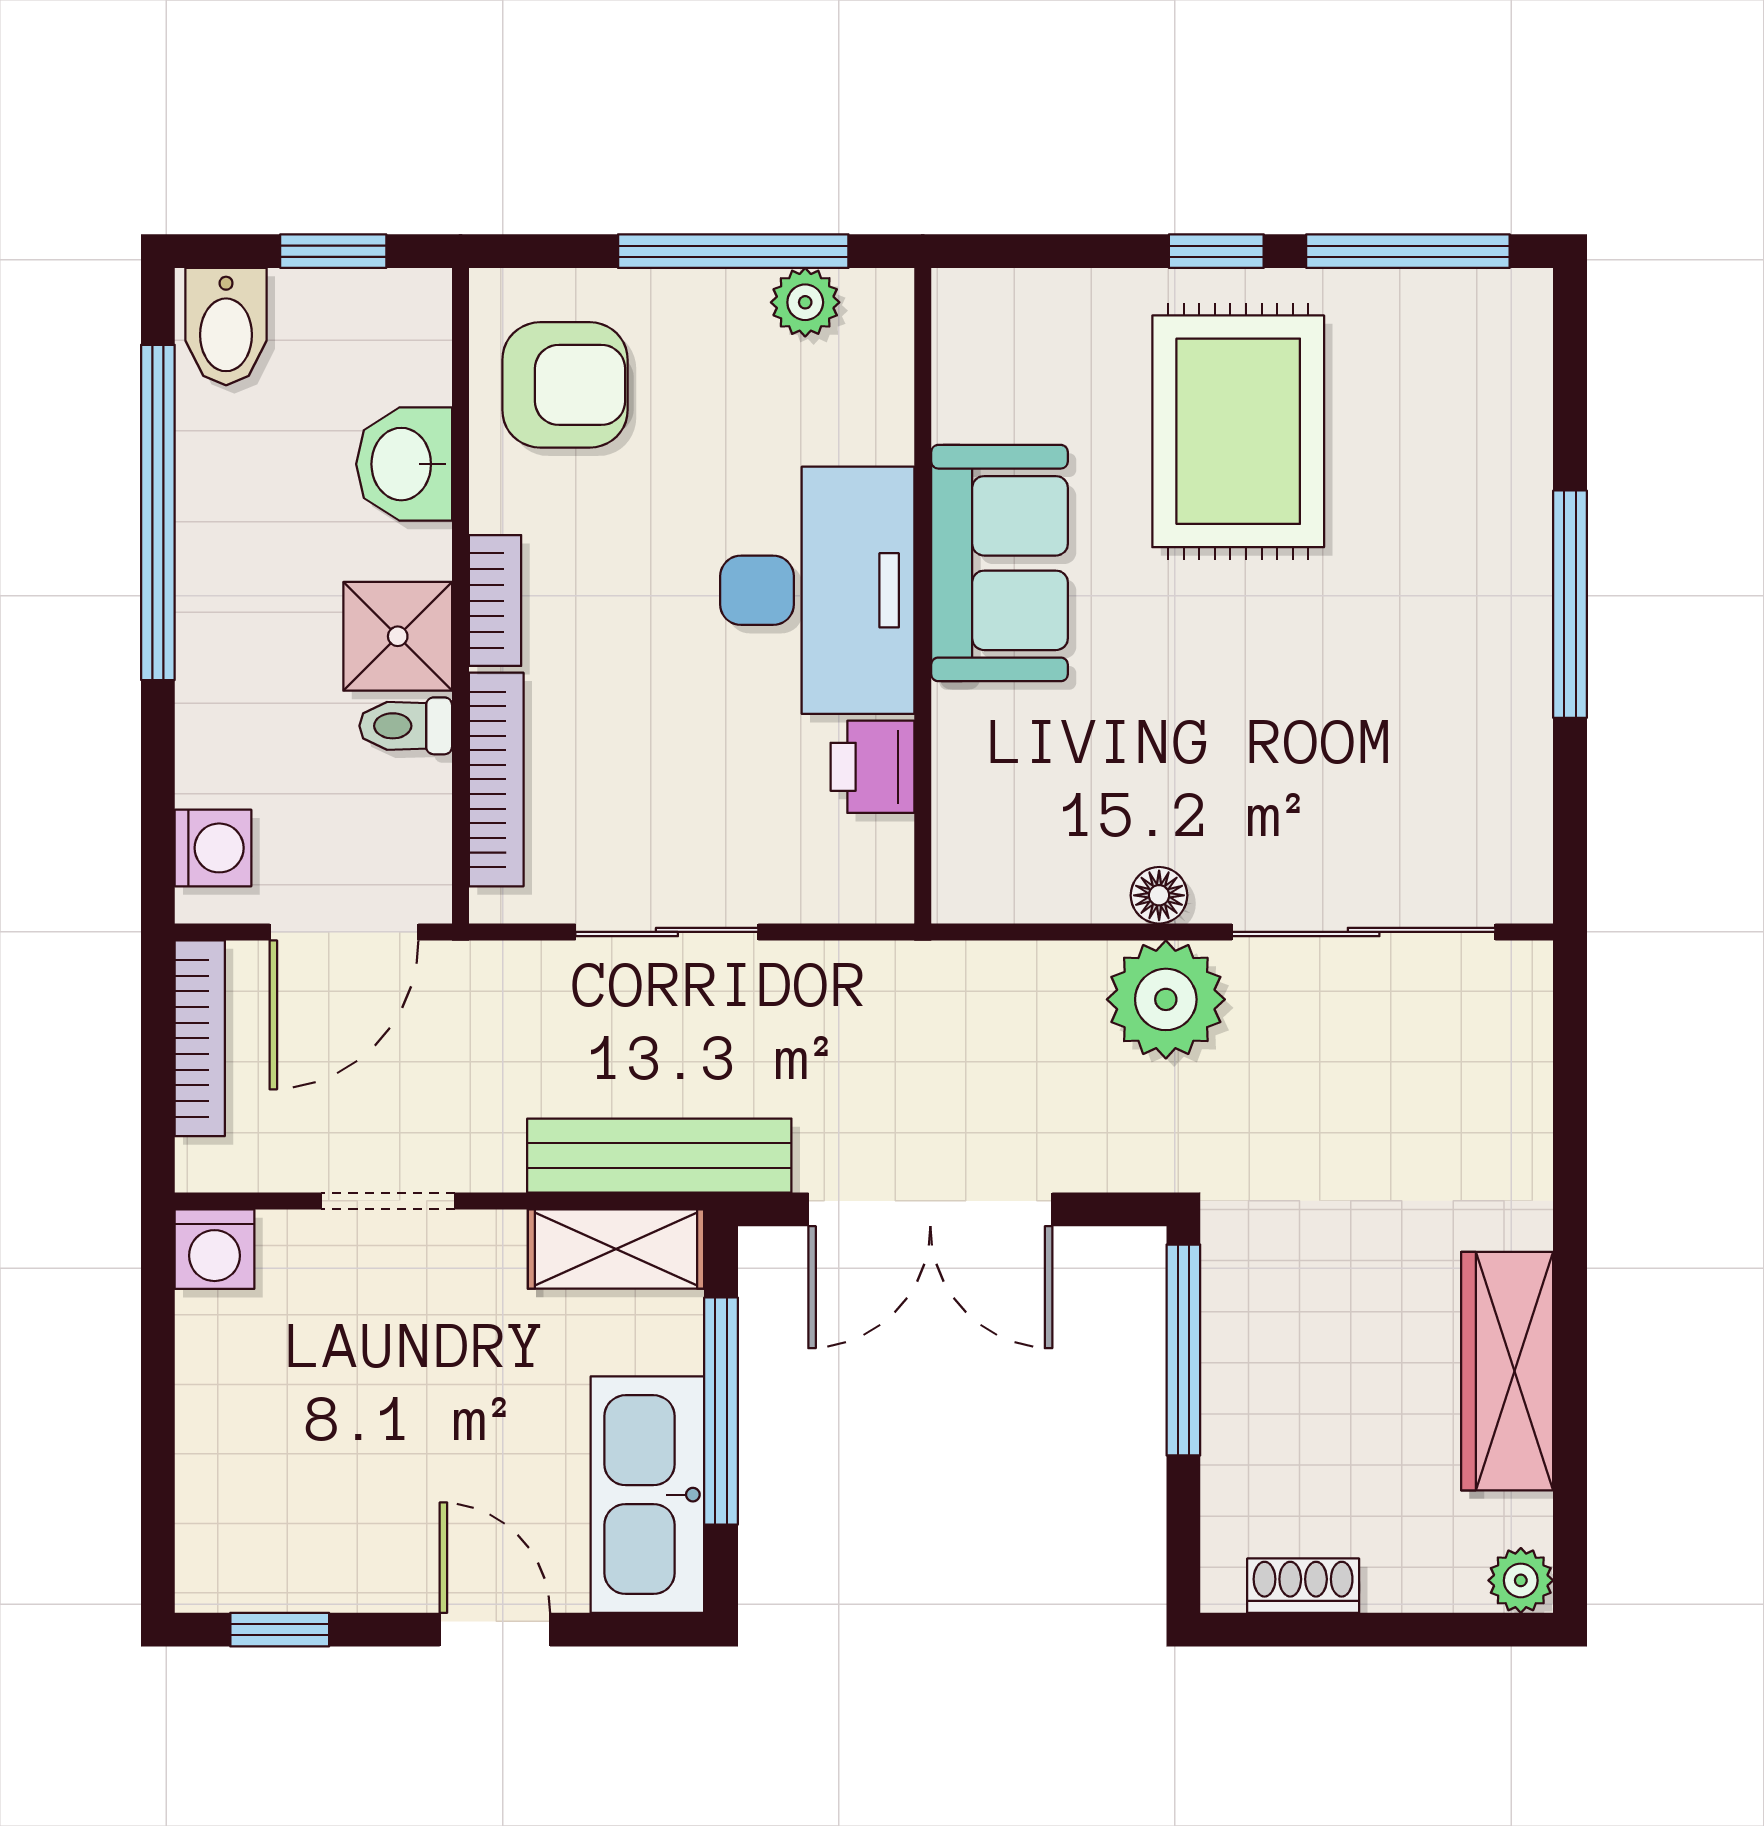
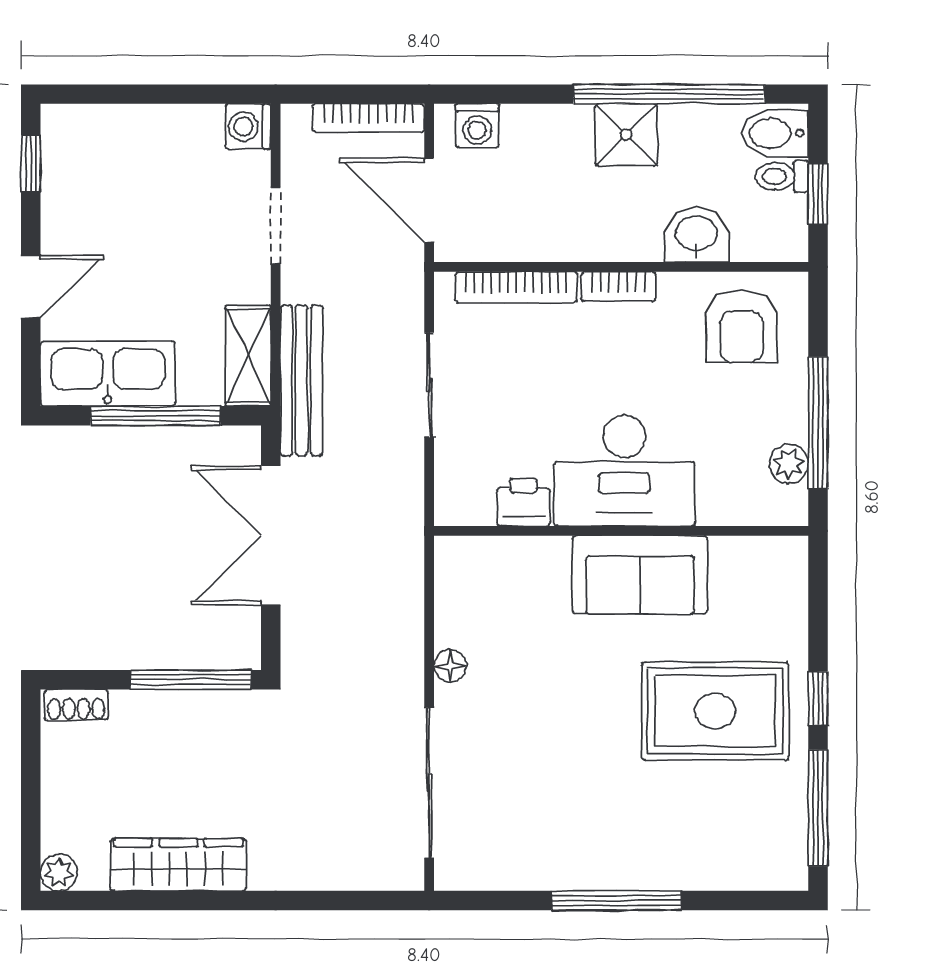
shower: (398, 636) -> (626, 135), moved
toilet: (406, 726) -> (782, 176), moved, turned -90
plant: (1166, 999) -> (391, 670), removed
shoe rack: (1303, 1586) -> (76, 705), moved, turned 90

